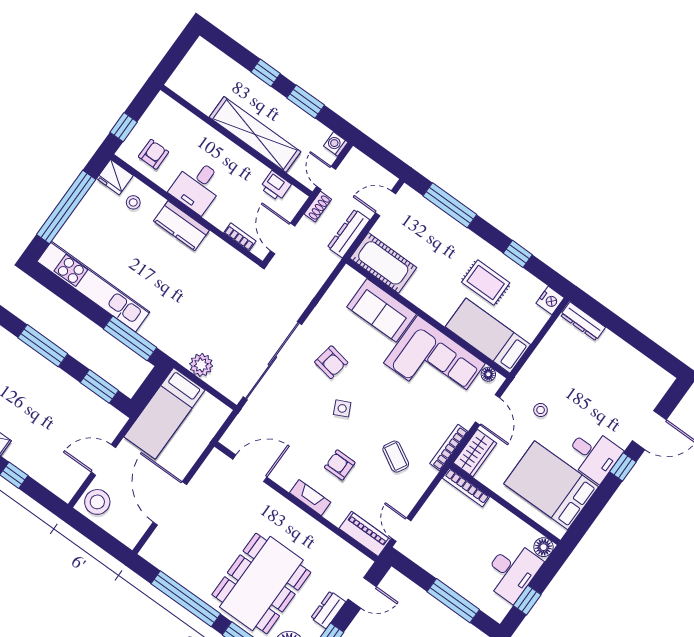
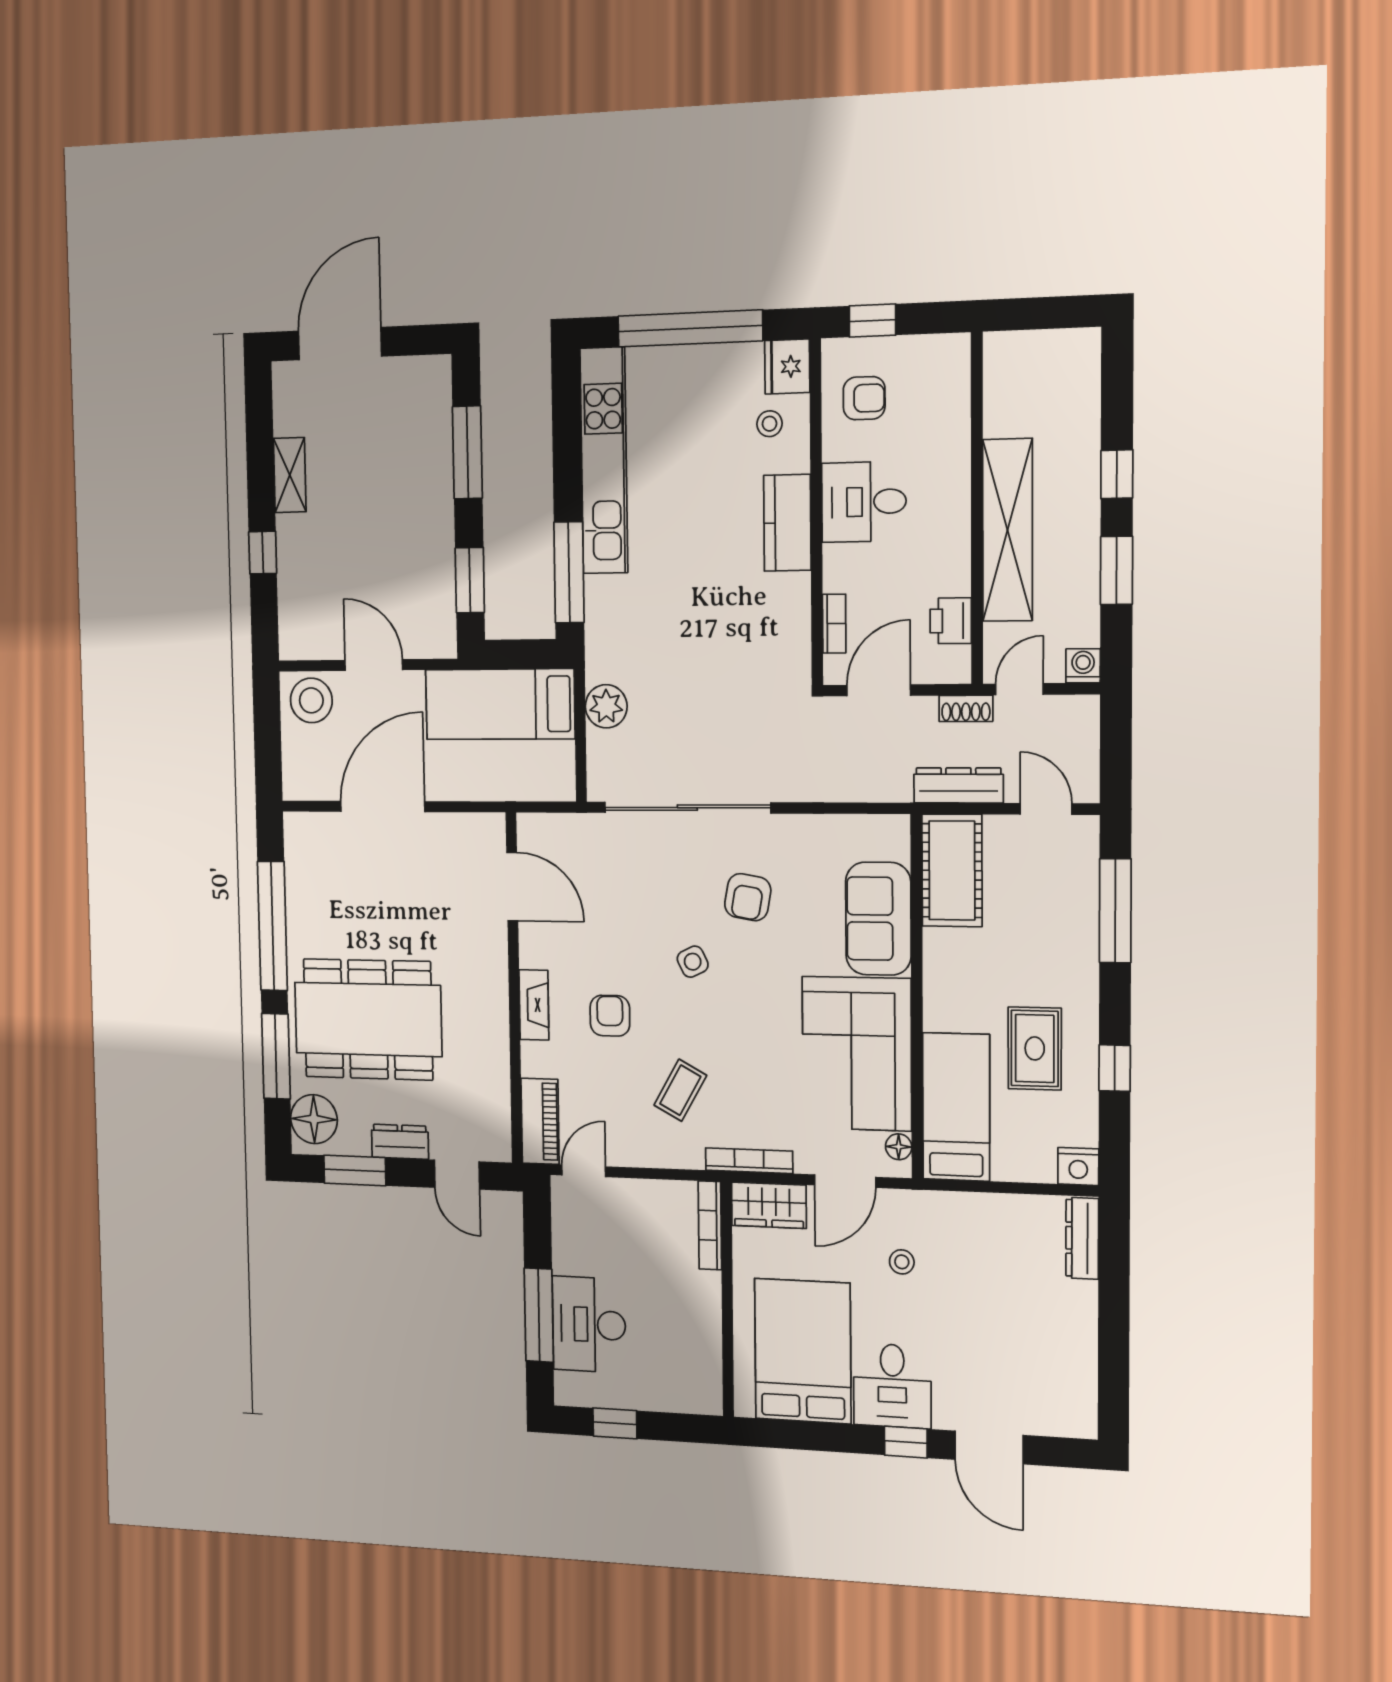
floor lamp: (544, 547) -> (706, 1398), removed
desk: (512, 571) -> (589, 1324), moved, turned 90

